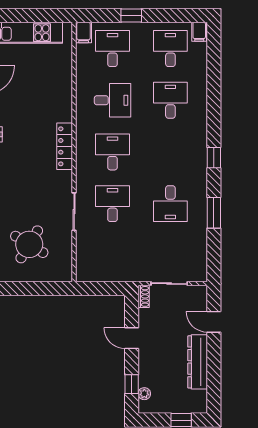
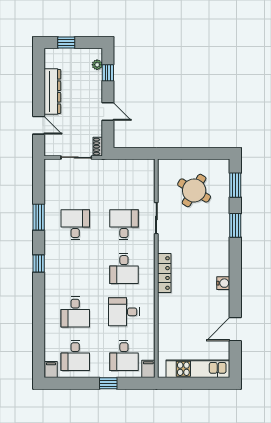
desk: (113, 204) -> (124, 225), turned 180

